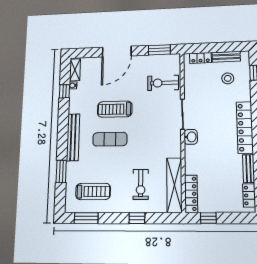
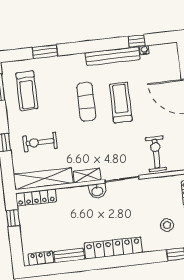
shelving: (75, 70) -> (87, 176), moved
bench: (73, 137) -> (113, 56), moved

